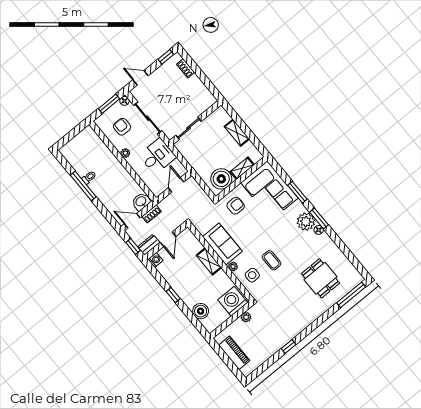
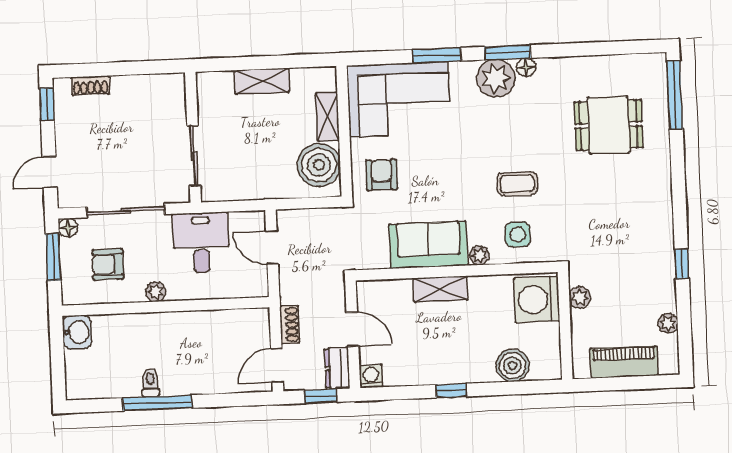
washbasin: (141, 202) -> (77, 332), moved, turned 180
plant: (262, 358) -> (668, 323), added

